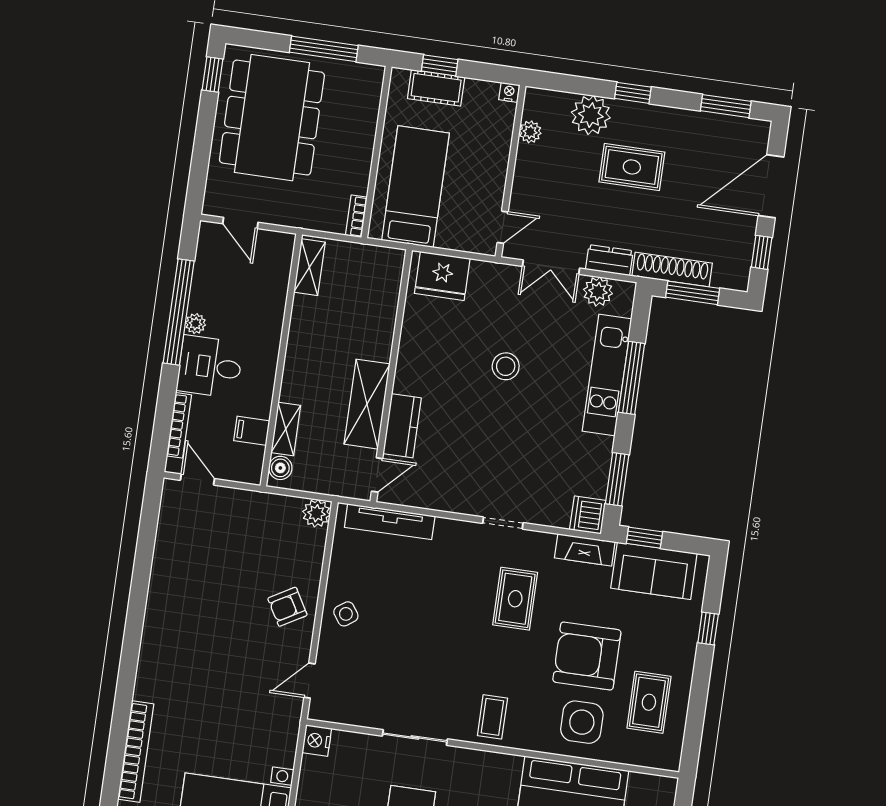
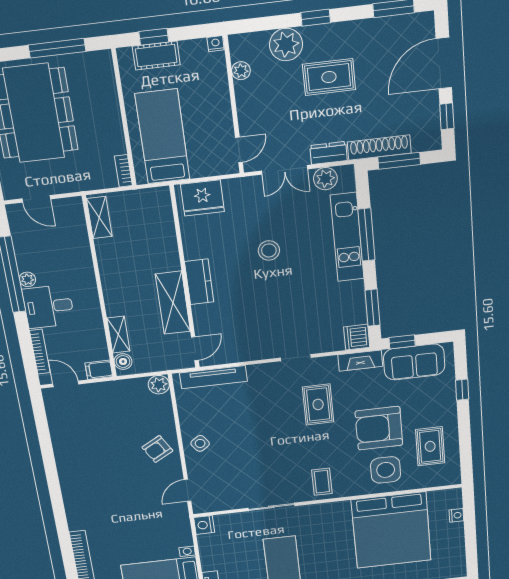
kitchen counter: (402, 426) -> (199, 282), moved
filing cabinet: (252, 431) -> (99, 370), moved

